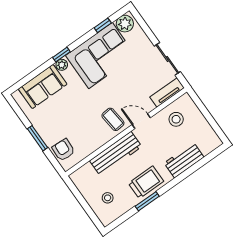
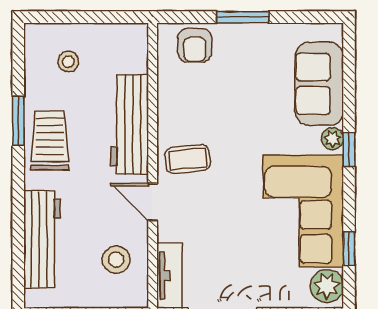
door: (141, 121) -> (153, 202), swing flipped
armchair: (63, 150) -> (195, 45), turned 87
workbench: (184, 160) -> (42, 240), width x1.38
trolley: (146, 182) -> (50, 141), turned 180

